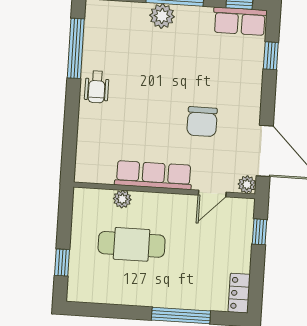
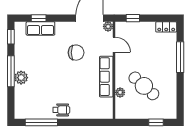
row of seats: (240, 21) -> (40, 28), moved, turned 90
cafe table: (132, 244) -> (144, 86), turned -48

